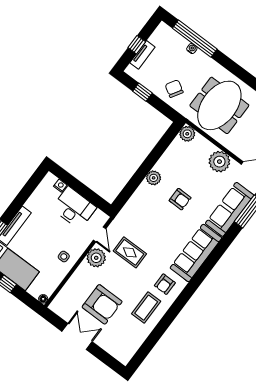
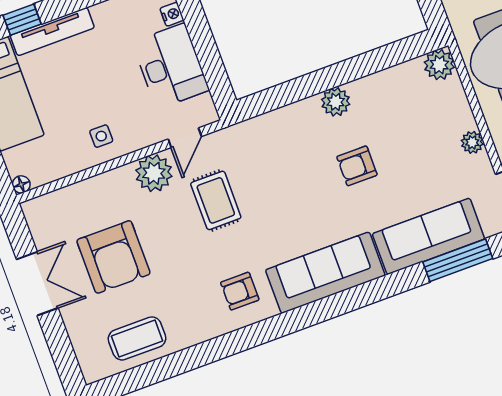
plant: (219, 162) -> (472, 142), width x0.53, depth x0.53
armchair: (180, 199) -> (357, 166), turned 90
coffee table: (146, 308) -> (137, 338), moved

